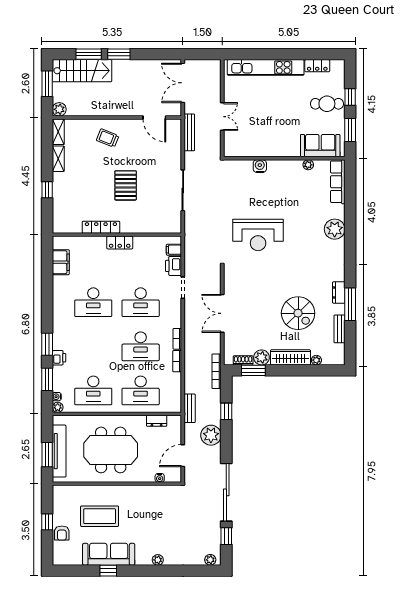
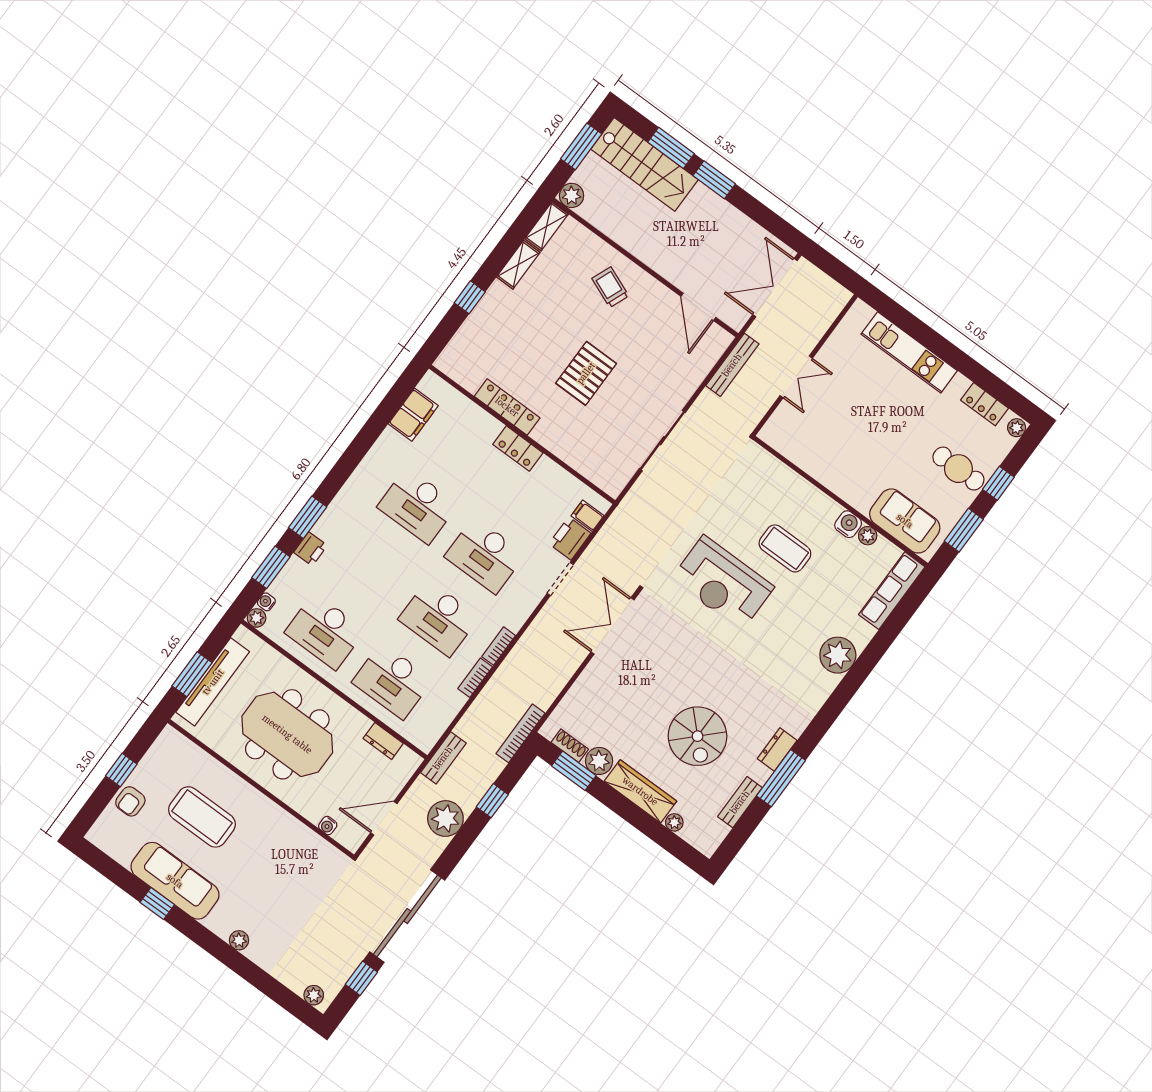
plant: (340, 66) -> (1017, 428), added
kitchen unit: (266, 67) -> (909, 352), width x0.73
water cooler: (260, 166) -> (848, 524), moved
coffee table: (275, 198) -> (785, 548), added
double door: (222, 313) -> (613, 626), moved

